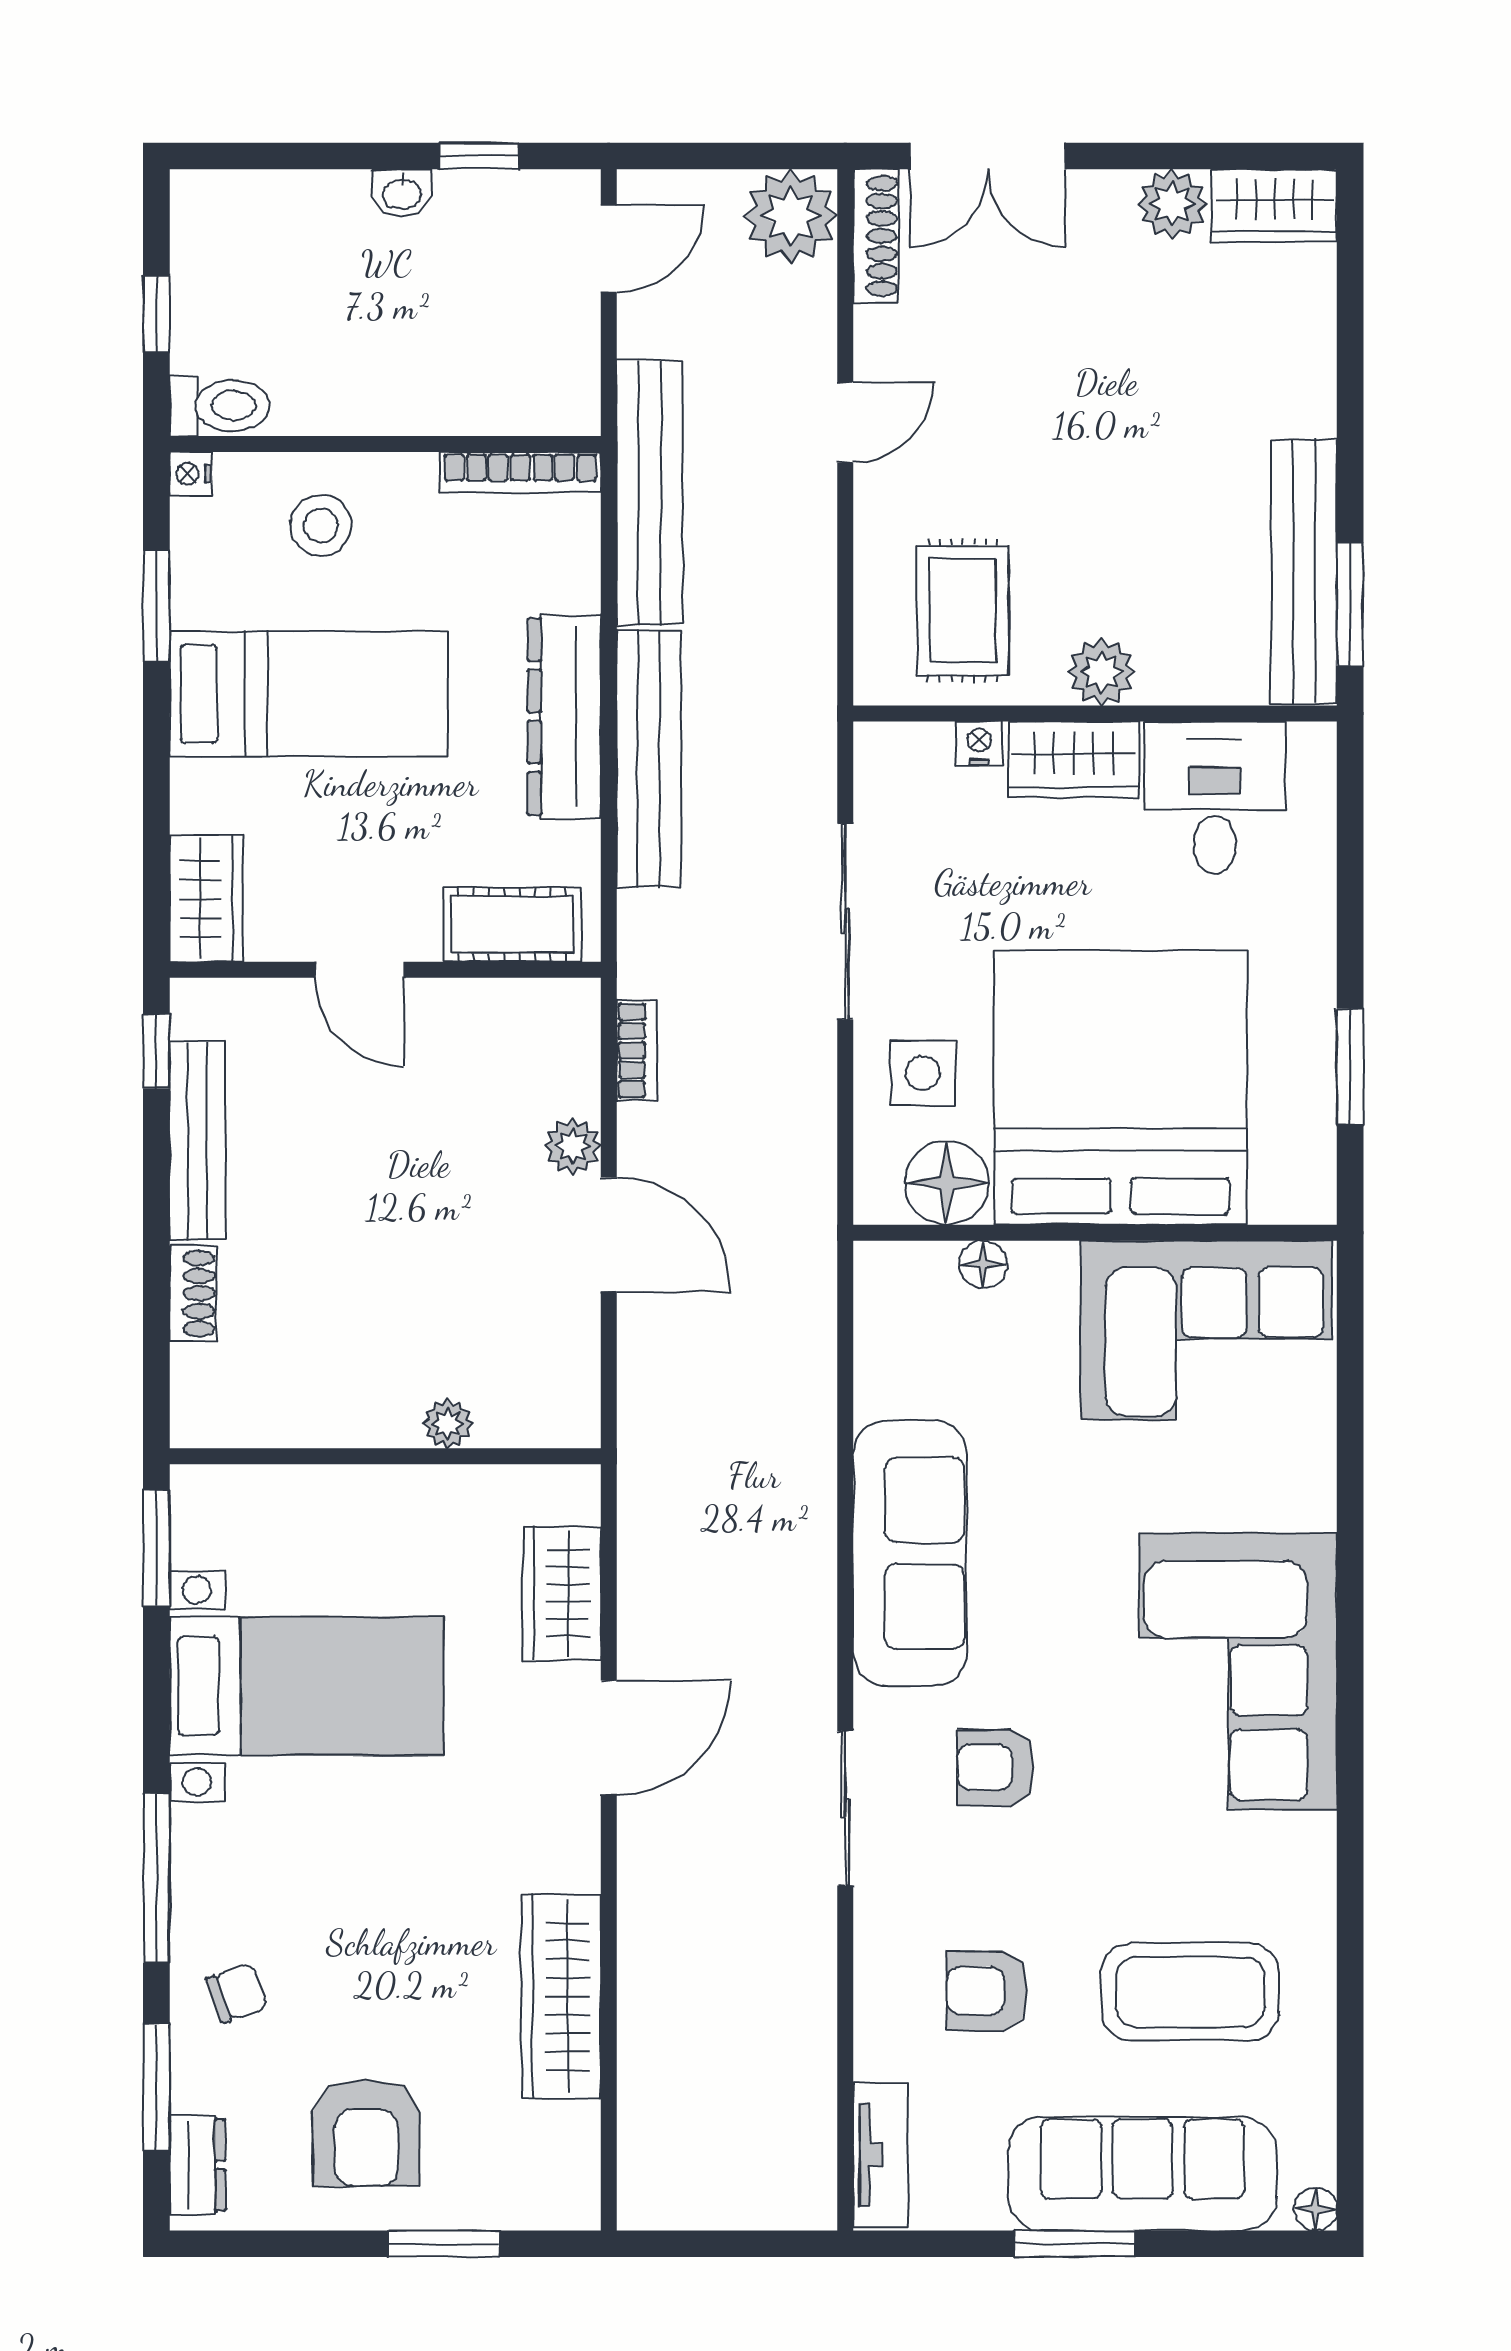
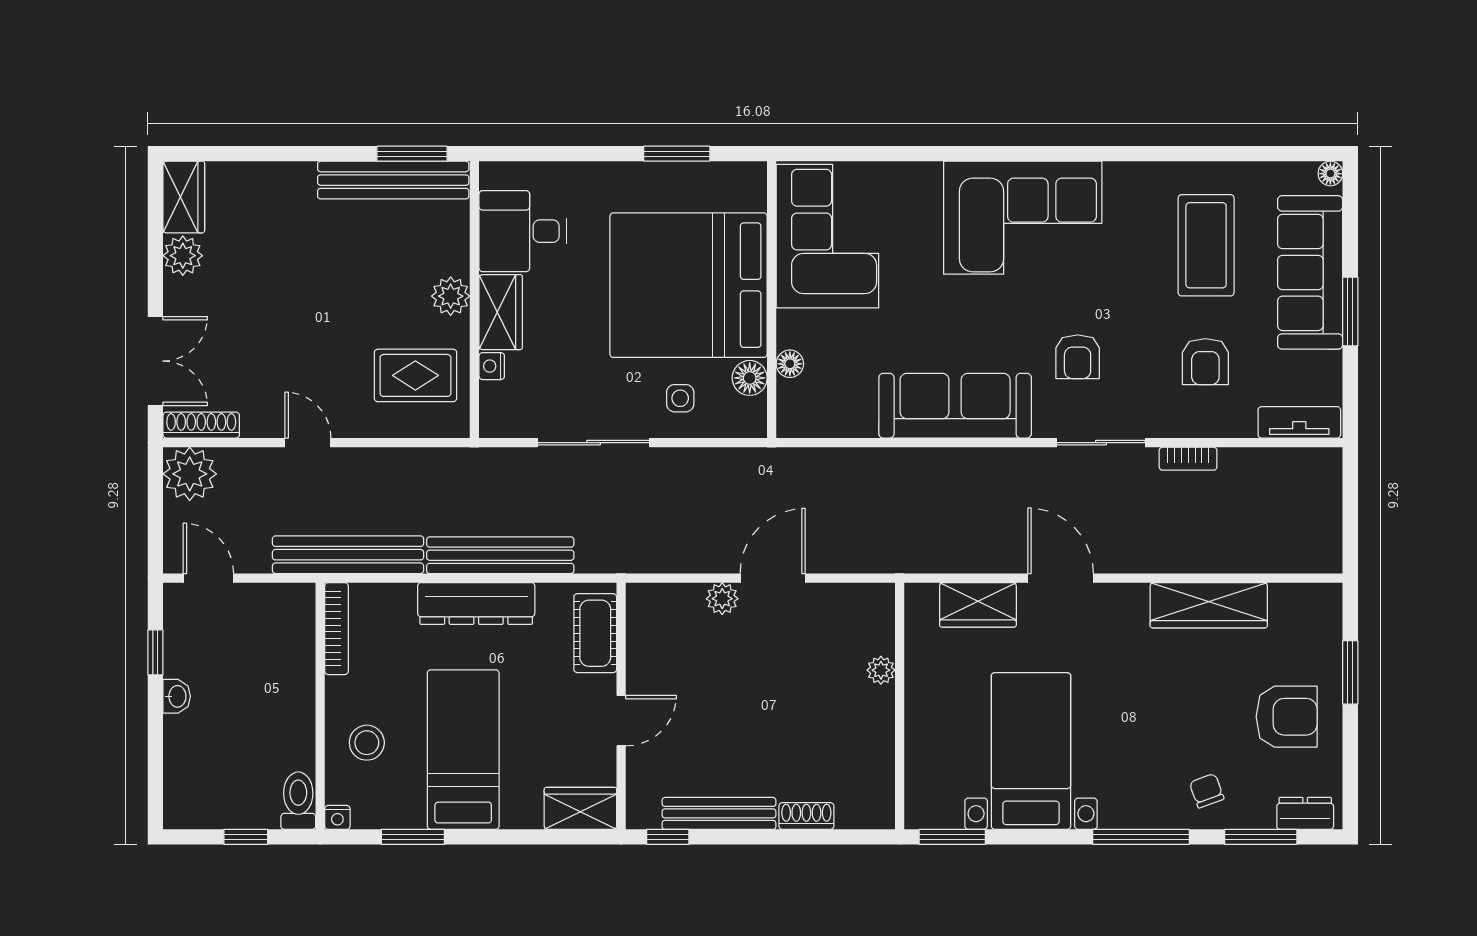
bookcase: (637, 1050) -> (1188, 459), moved, turned 180
side table: (923, 1073) -> (680, 398), width x0.73, depth x0.73
floor lamp: (947, 1183) -> (750, 378), width x0.73, depth x0.73

